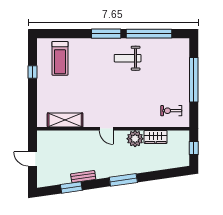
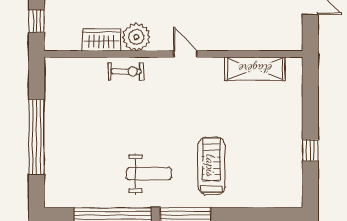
treadmill: (60, 58) -> (211, 166), moved
exercise bike: (171, 111) -> (126, 71), moved

